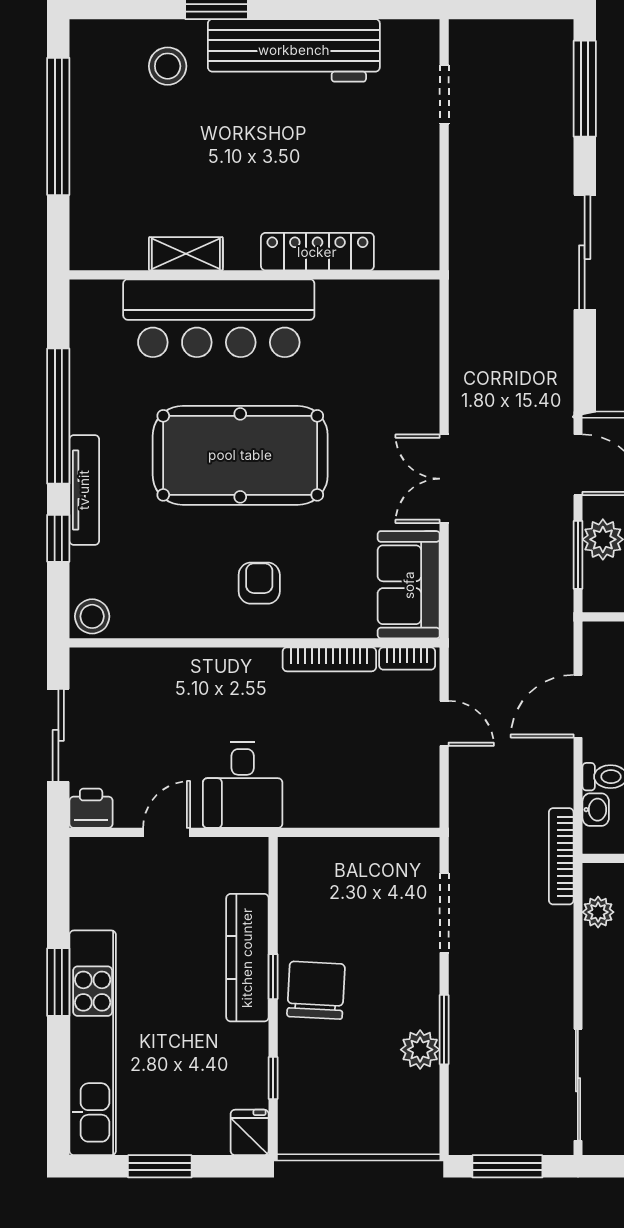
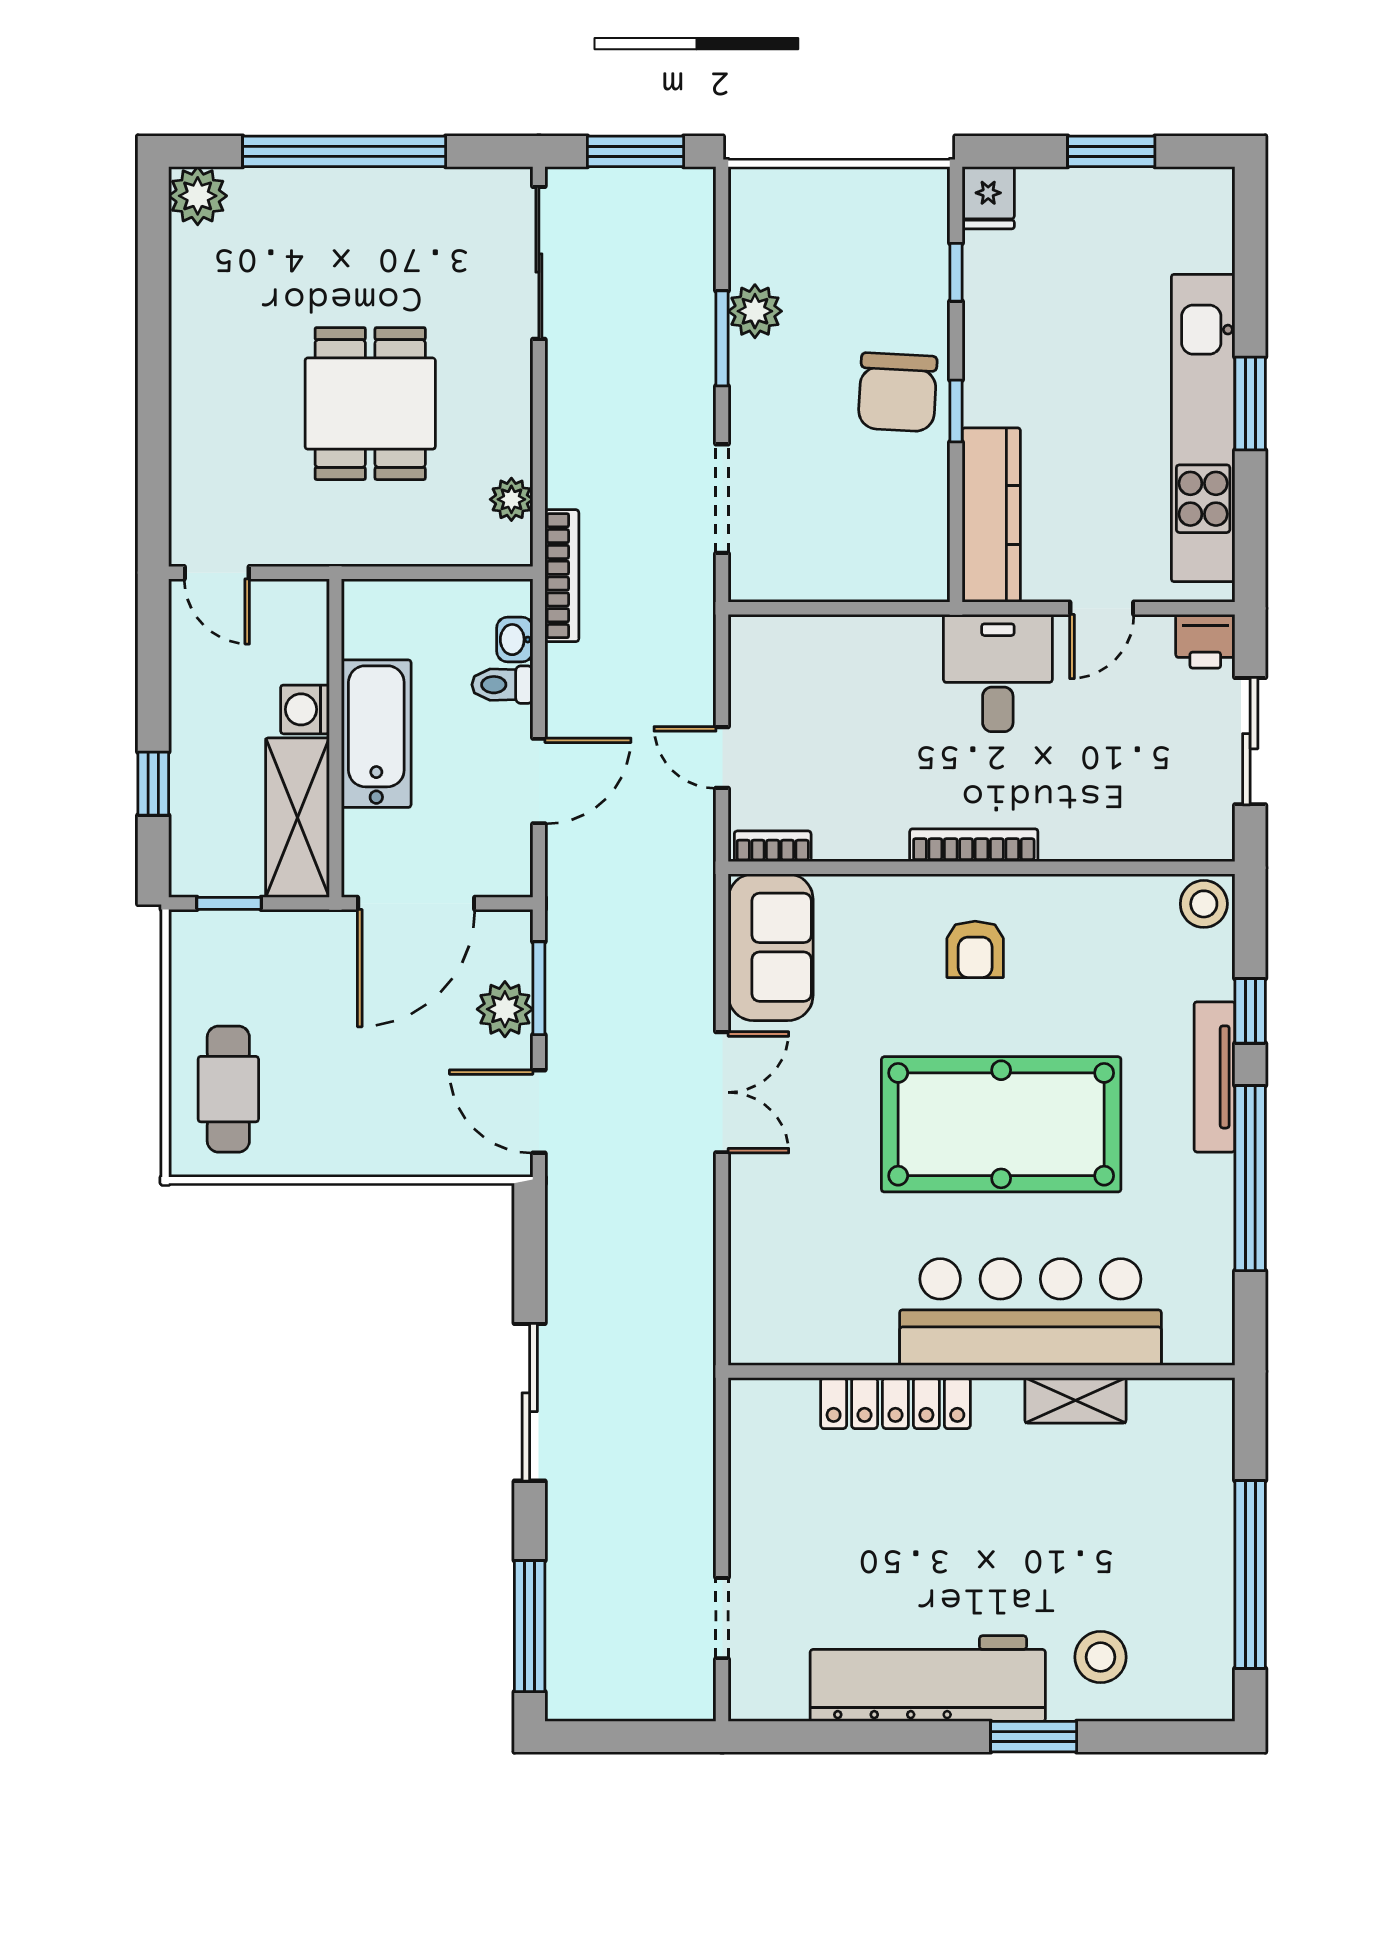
bookcase: (329, 659) -> (974, 845), moved
kitchen counter: (247, 958) -> (991, 515), moved
kitchen unit: (93, 1043) -> (1203, 428), moved

